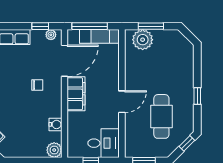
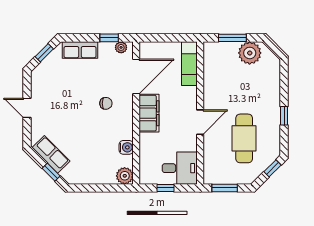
window: (90, 26) -> (164, 38), removed
exam couch: (99, 36) -> (189, 64), moved, turned 90
plant: (143, 40) -> (250, 53), moved

